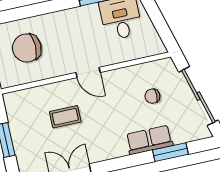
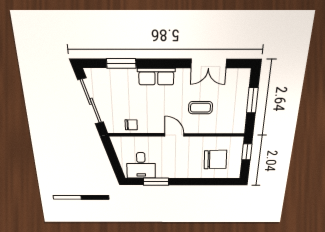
chair: (152, 96) -> (131, 125), moved
row of seats: (149, 140) -> (156, 77), moved

